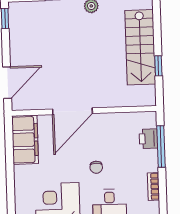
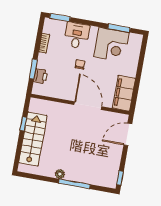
door: (72, 111) -> (88, 106), hinge flipped
window: (161, 147) -> (33, 69), width x0.69

